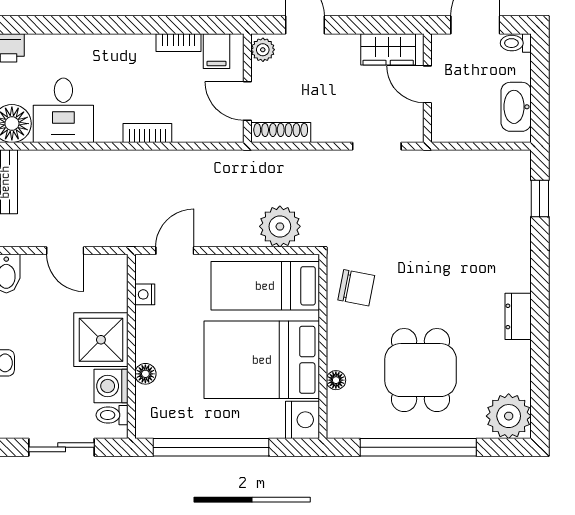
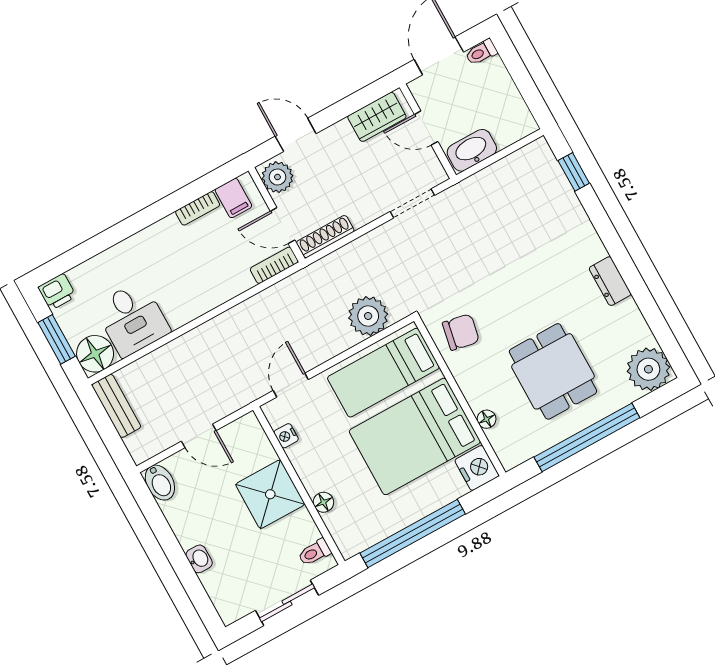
plant: (263, 50) -> (277, 177), width x1.38, depth x1.38
washbasin: (516, 107) -> (472, 150), moved, turned 90
bookcase: (147, 133) -> (274, 265), moved
washing machine: (111, 386) -> (300, 528), removed

